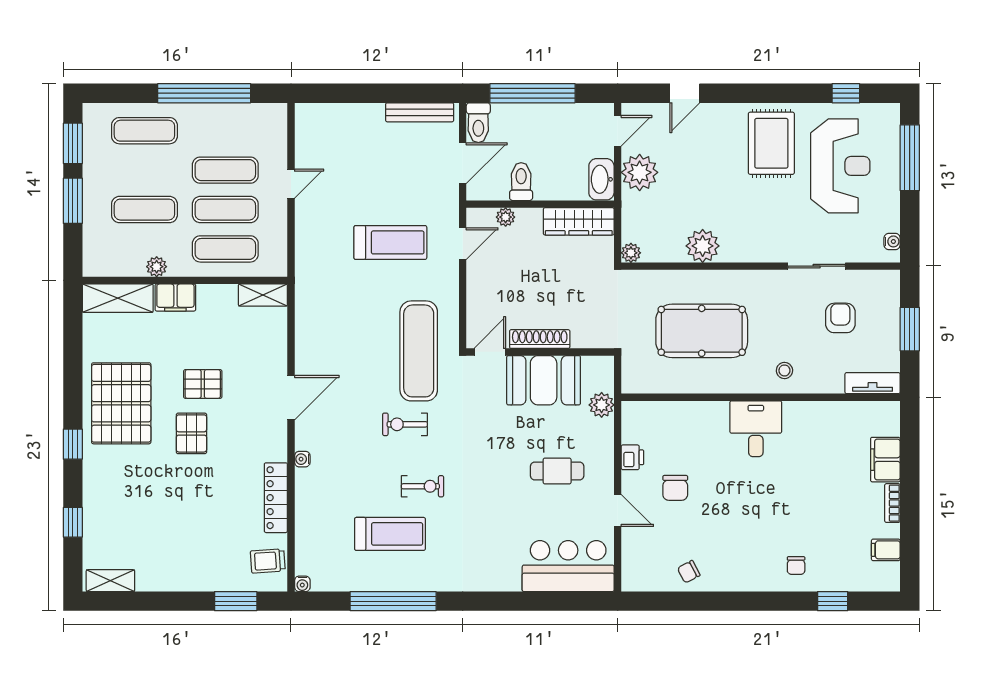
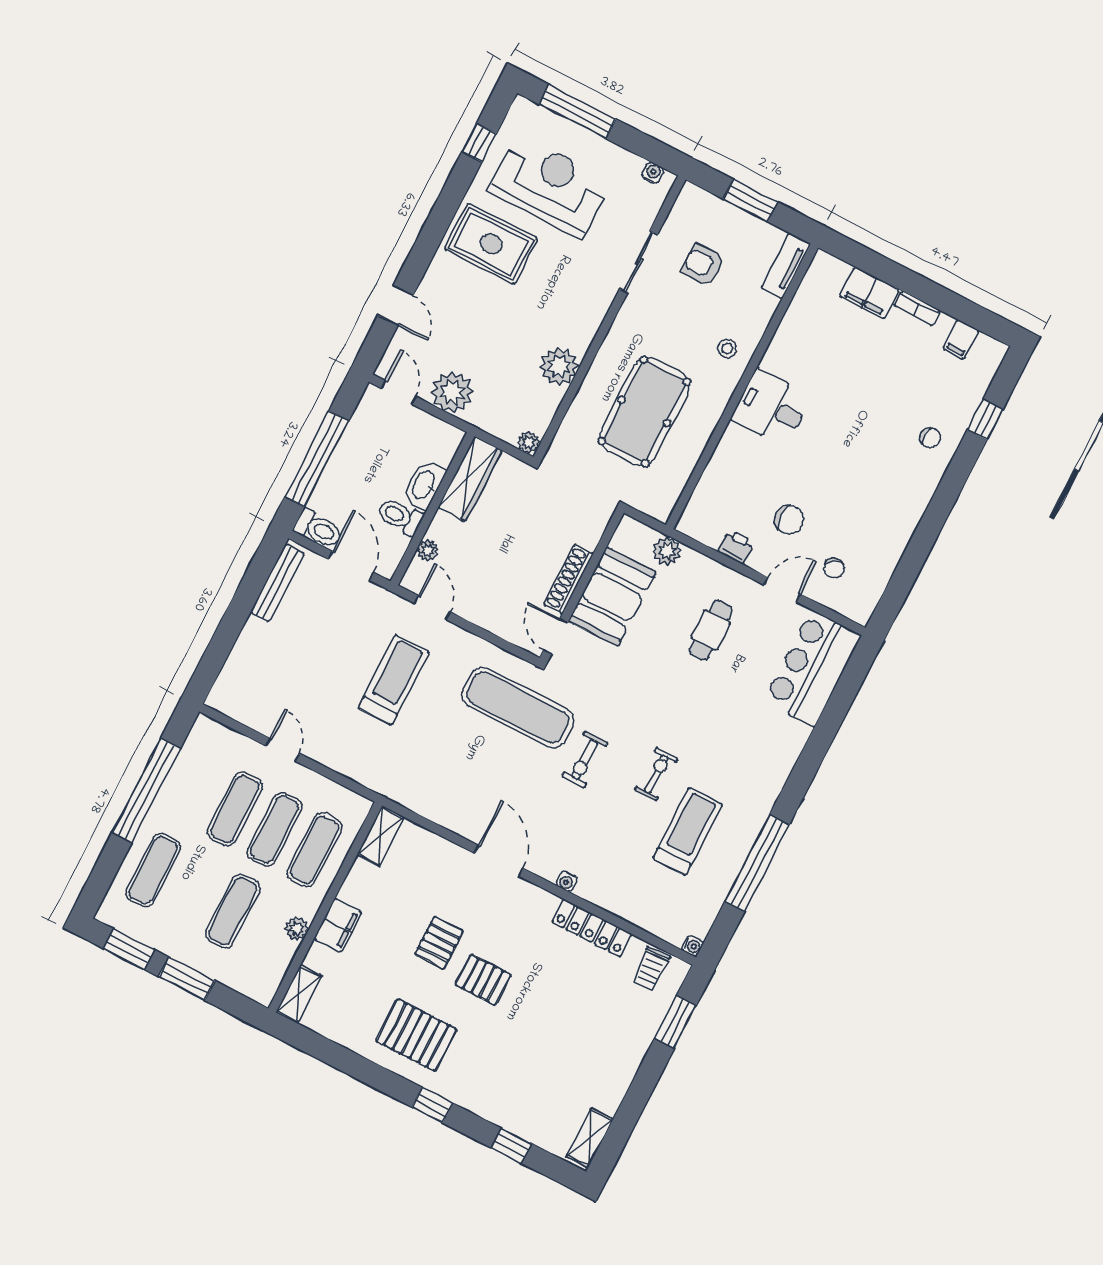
washbasin: (601, 179) -> (424, 485), moved, turned 90
shelving: (118, 298) -> (299, 994), width x0.67, depth x0.75
pallet: (121, 403) -> (416, 1035), width x0.73, depth x0.71
chair: (689, 572) -> (834, 568), moved

